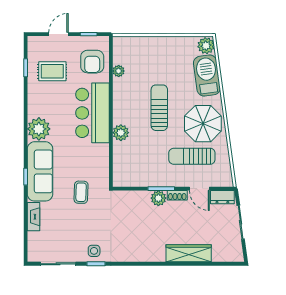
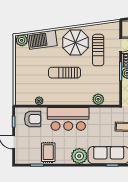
rug: (52, 71) -> (48, 152), moved
plant: (121, 133) -> (98, 99), moved

